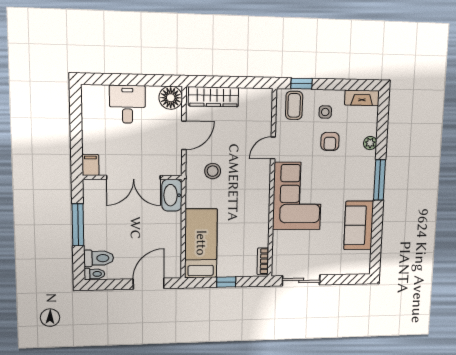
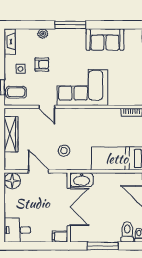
wardrobe: (214, 97) -> (11, 134), moved
desk: (127, 104) -> (17, 230), moved

